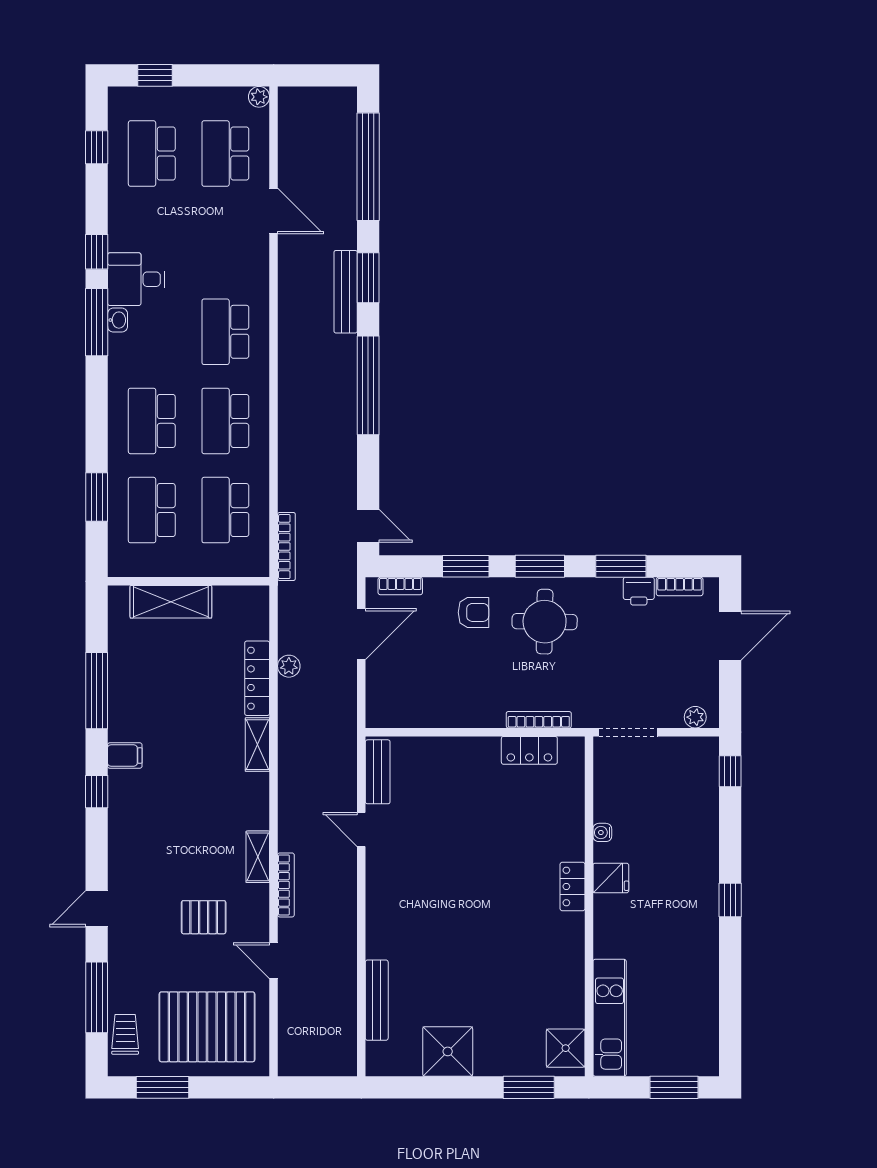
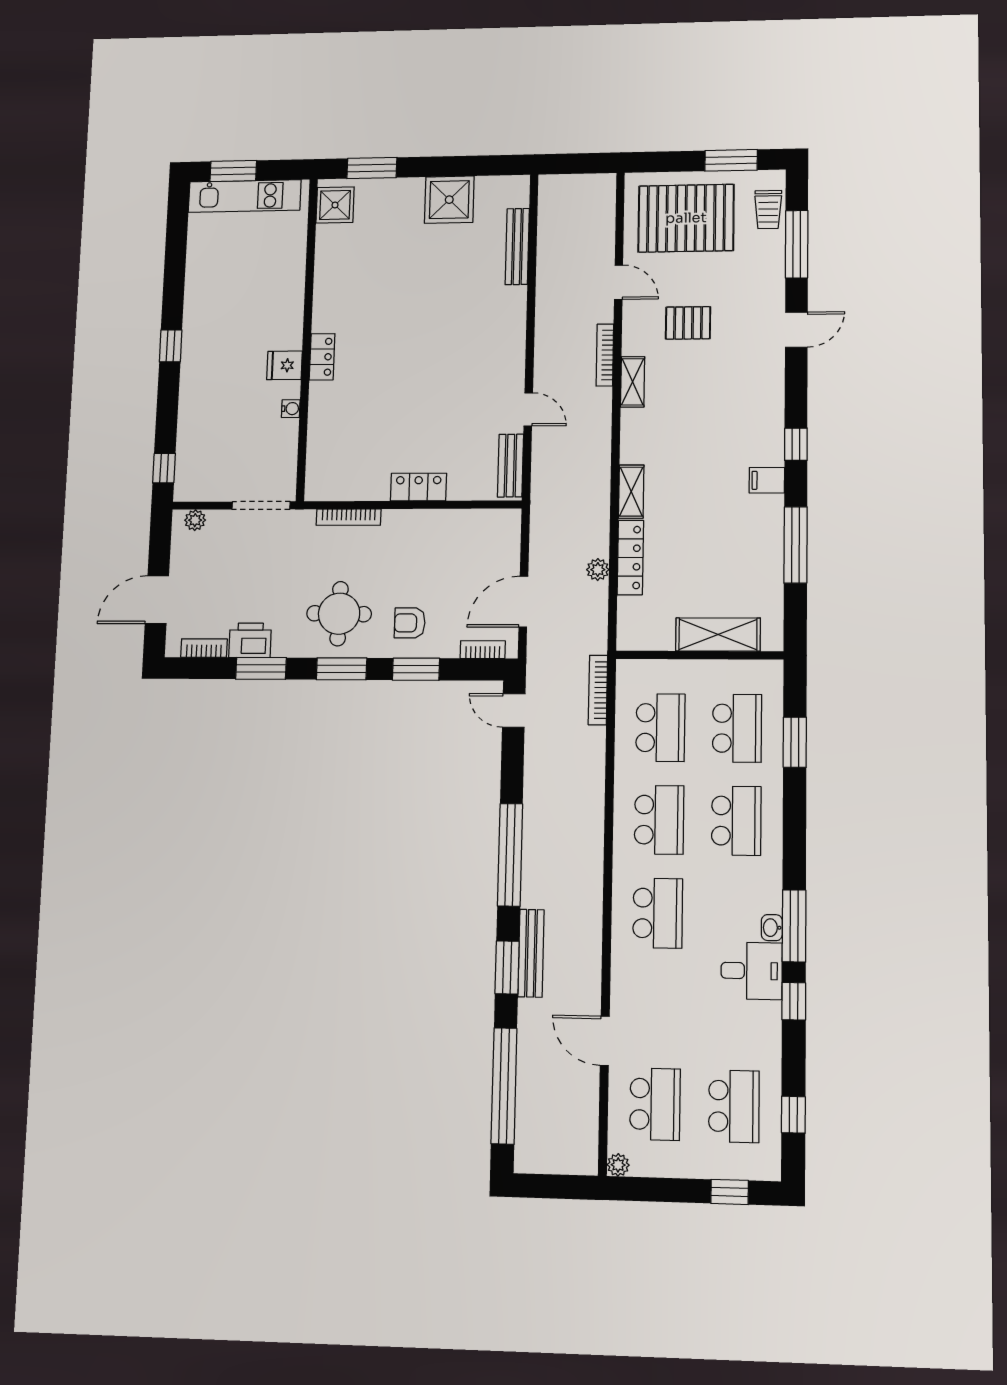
printer: (639, 591) -> (250, 640), width x1.36, depth x1.24
locker: (529, 750) -> (418, 487), moved
kitchen unit: (610, 1018) -> (245, 196), moved, turned -90

